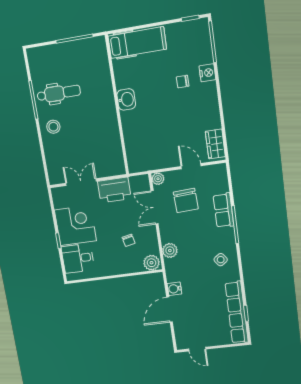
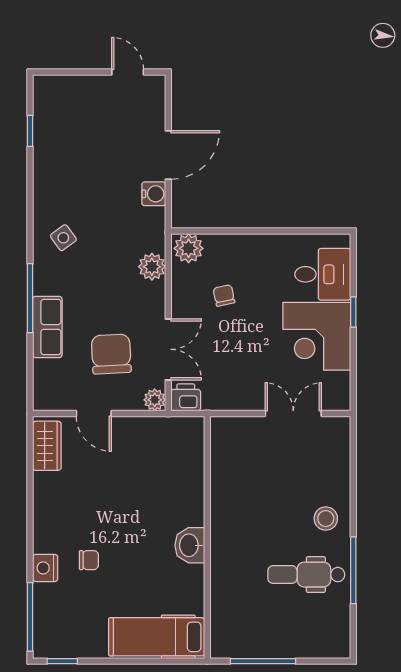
double door: (81, 182) -> (293, 413), swing flipped
printer: (114, 190) -> (186, 397), moved, width x0.53, depth x0.68
row of seats: (237, 313) -> (47, 134), removed

